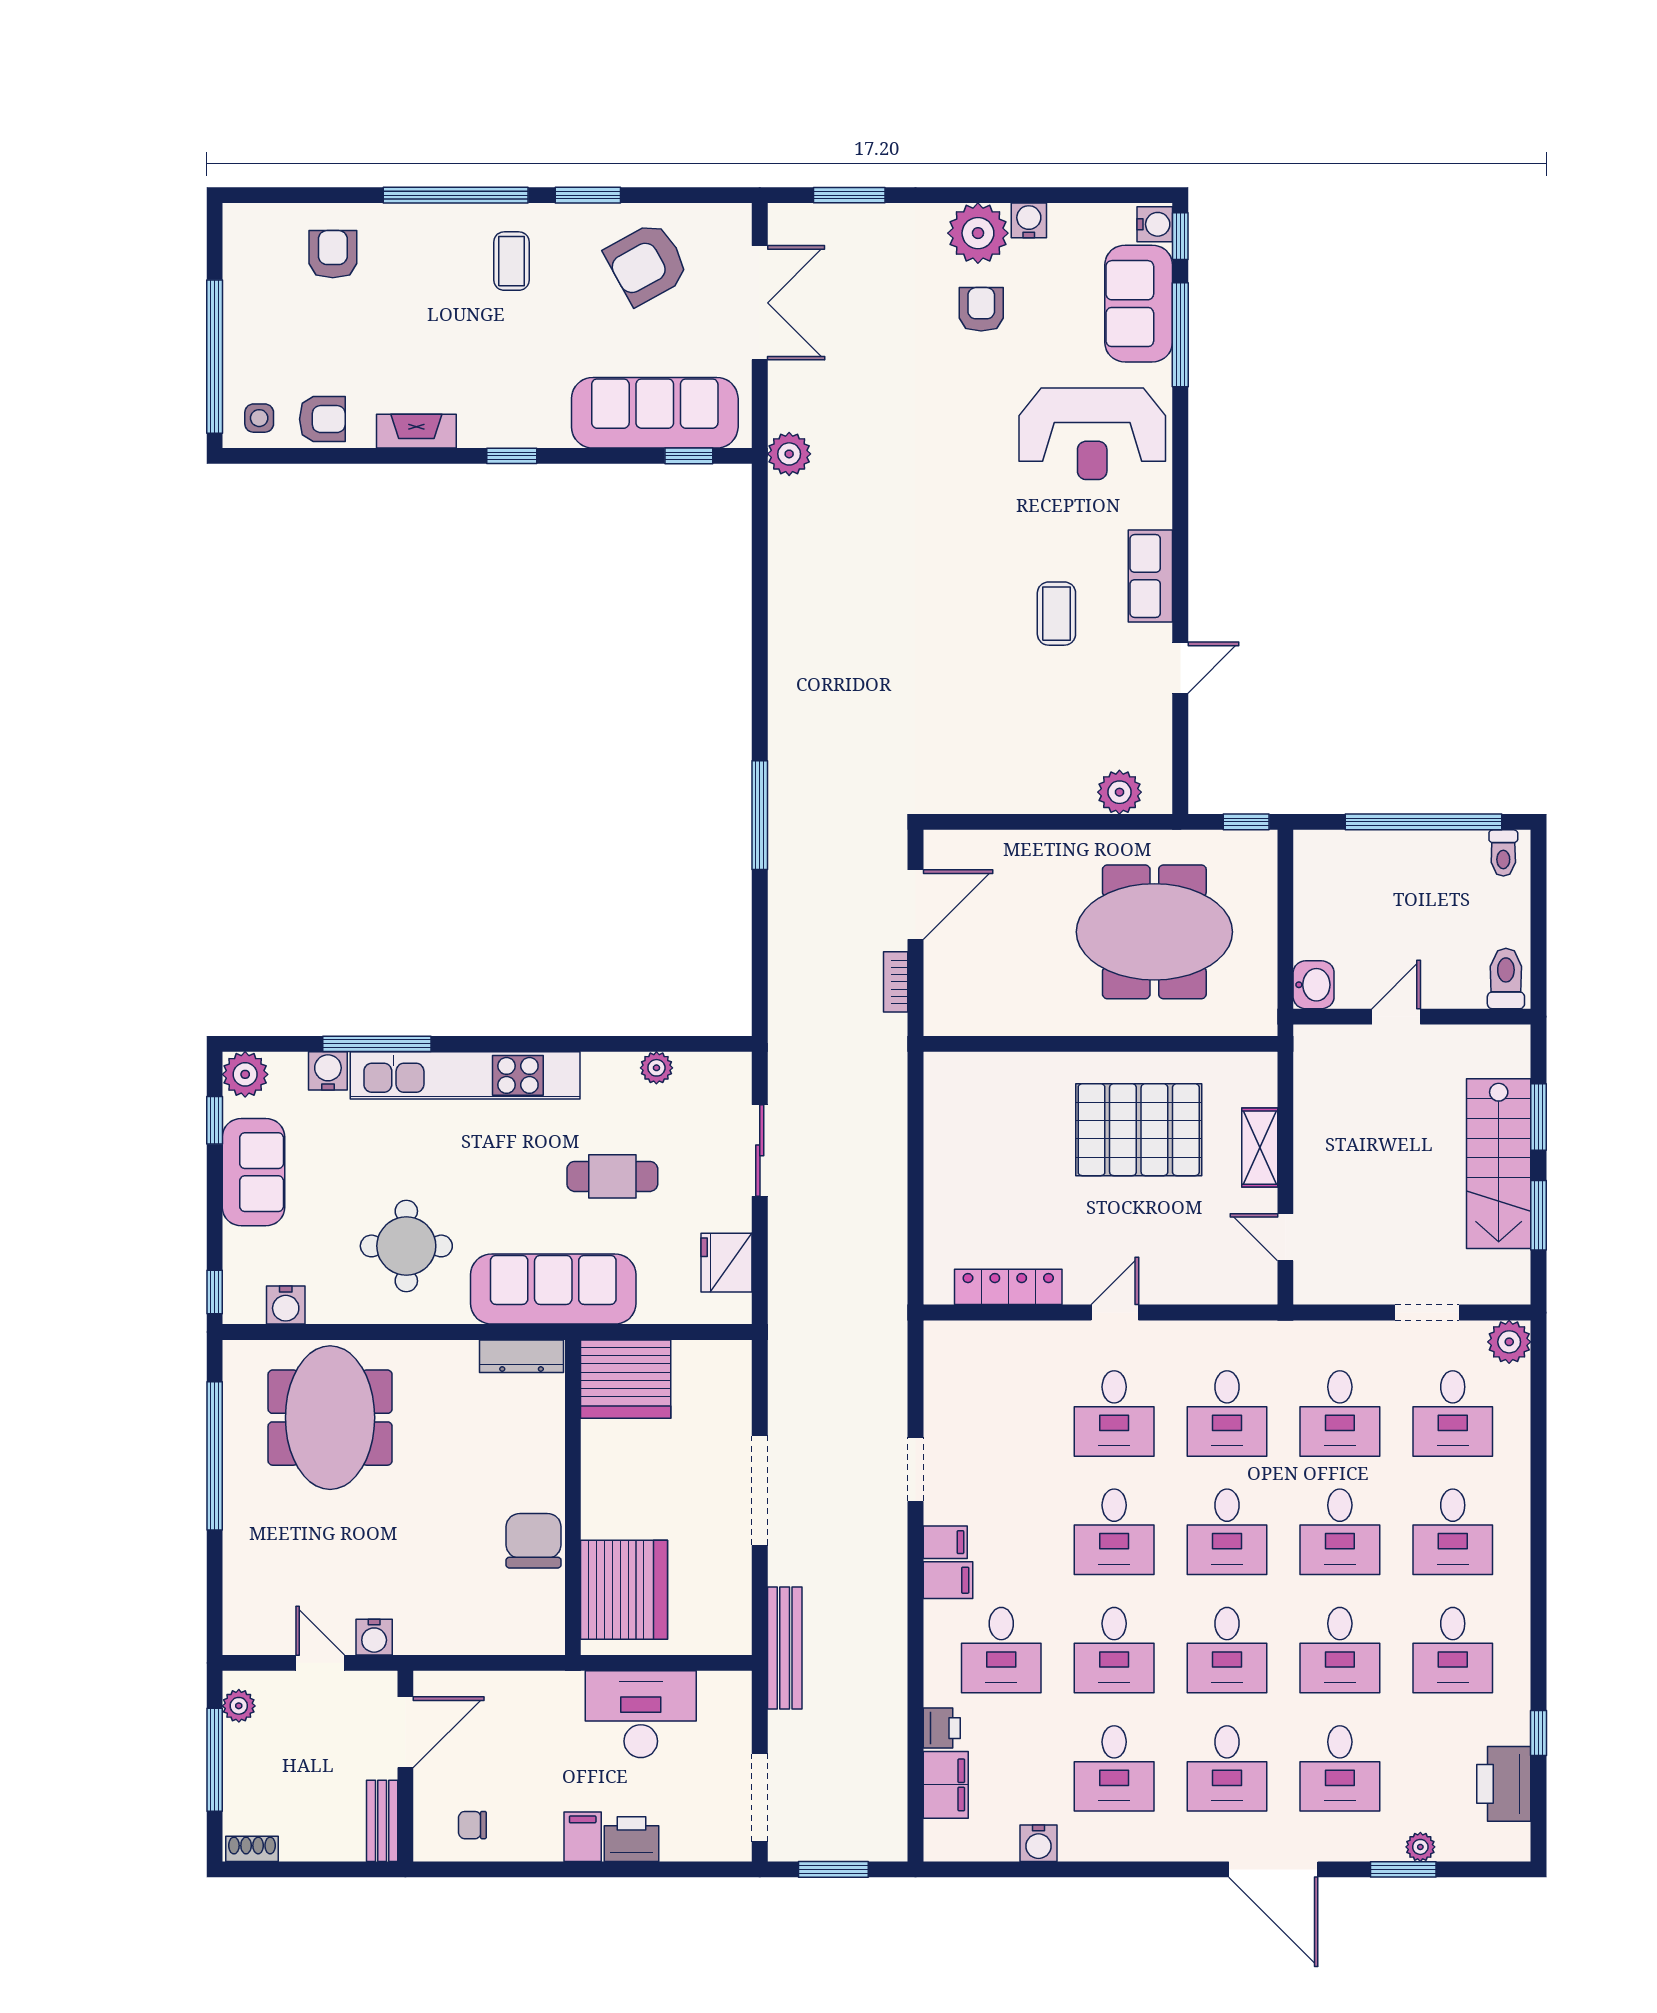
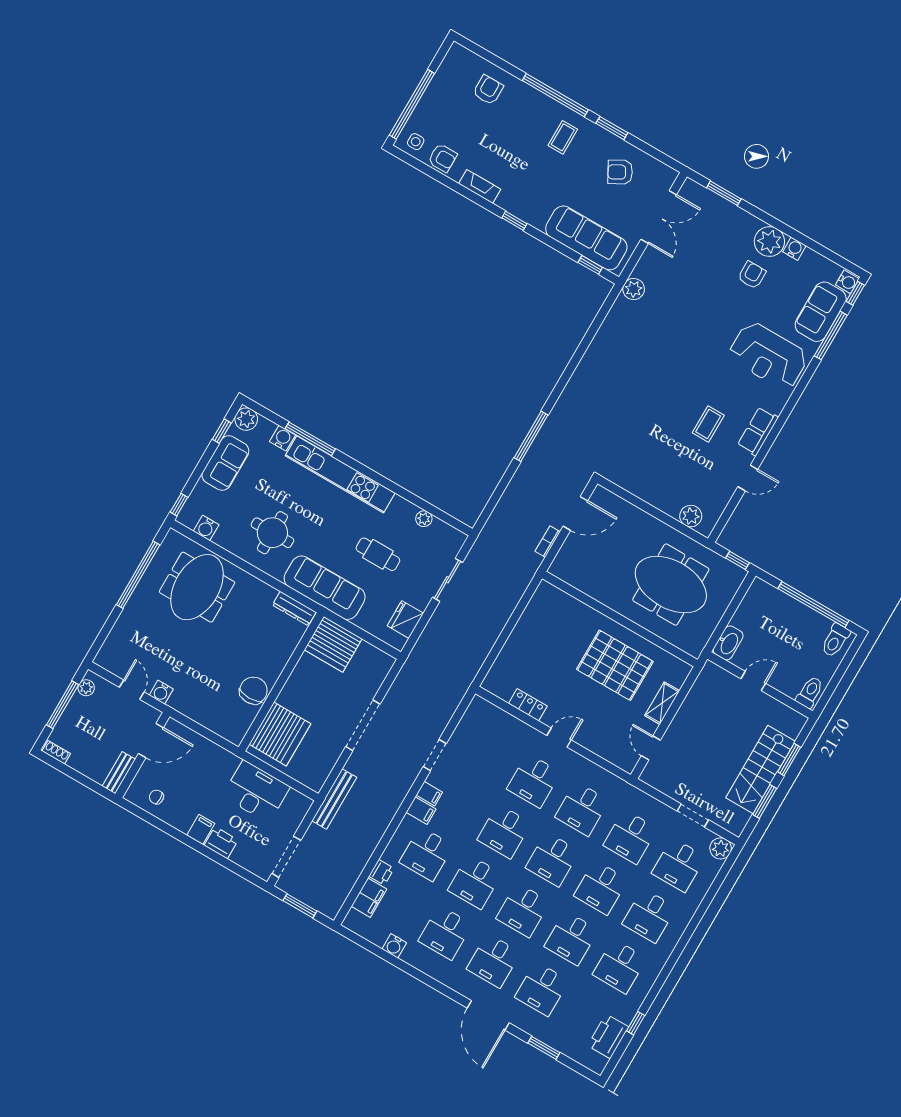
armchair: (647, 263) -> (620, 172), width x0.72, depth x0.72
toilet: (1503, 853) -> (835, 640), width x1.37, depth x1.39
washbasin: (1314, 985) -> (728, 643), width x1.38
locker: (1008, 1287) -> (528, 705), width x0.66
plant: (1420, 1847) -> (557, 1043), removed

